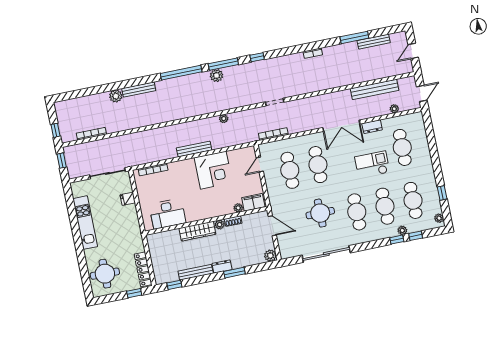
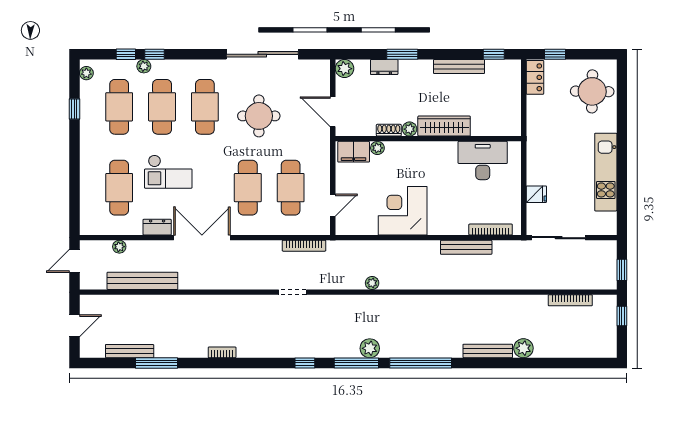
bench: (194, 149) -> (466, 247), moved
dresser: (222, 266) -> (384, 67), moved
locker: (143, 269) -> (535, 77), width x0.66

